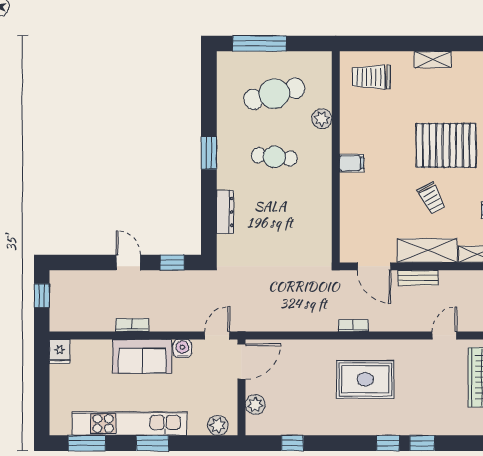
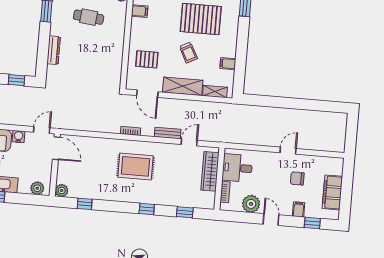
filing cabinet: (352, 163) -> (140, 11), moved
pallet: (369, 214) -> (147, 59), added
bench: (418, 278) -> (168, 133), moved
door: (242, 362) -> (56, 148), hinge flipped
plant: (255, 405) -> (62, 190), moved
window: (422, 443) -> (185, 212), moved

